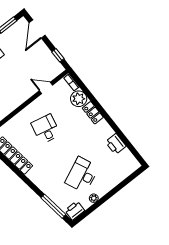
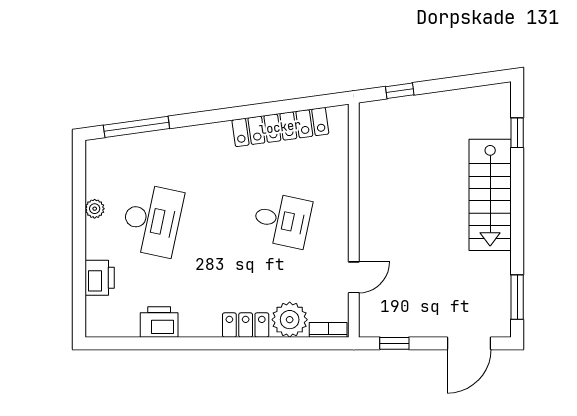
door: (37, 29) -> (469, 343), swing flipped
desk: (82, 175) -> (152, 220), turned 36
printer: (75, 210) -> (100, 278), moved

